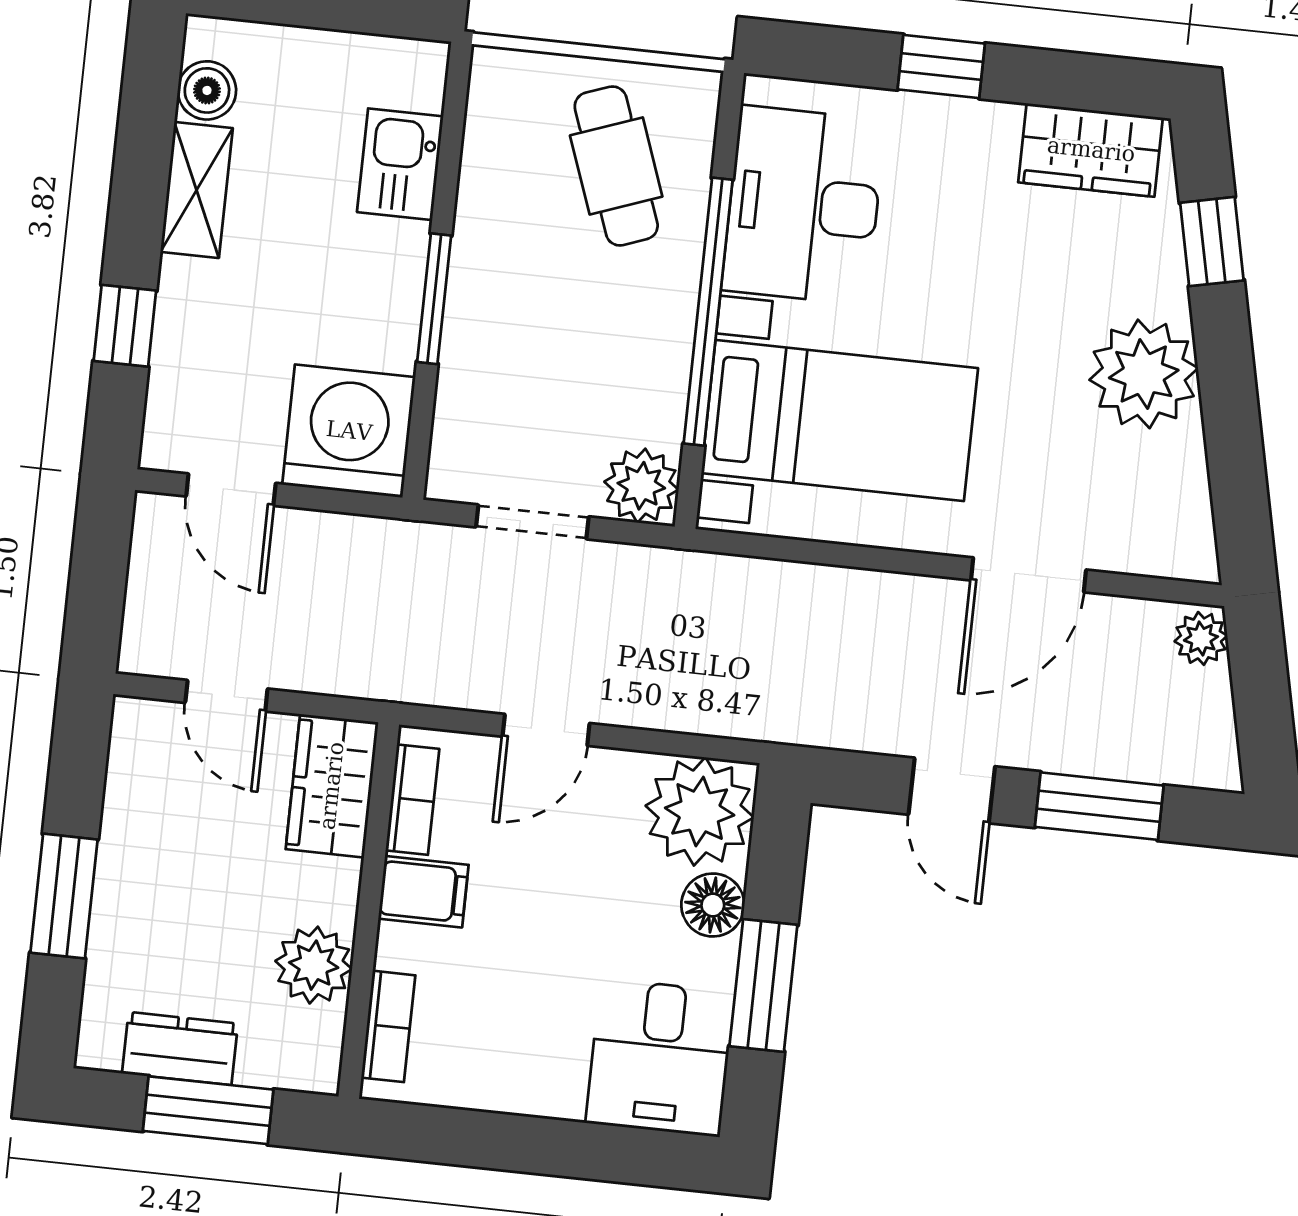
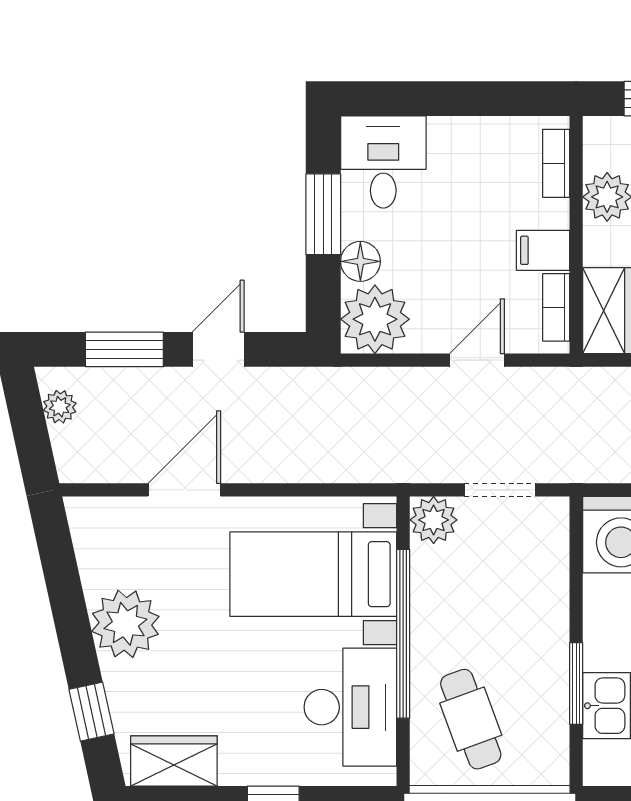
window: (434, 299) -> (576, 683), moved
plant: (1201, 638) -> (60, 407), moved
door: (952, 790) -> (218, 349), hinge flipped

